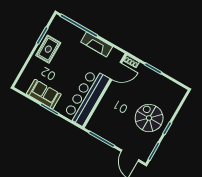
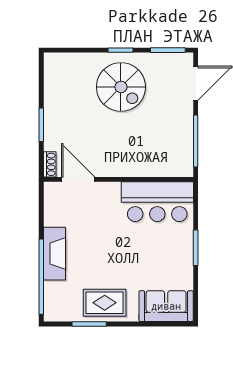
fireplace: (97, 44) -> (54, 254), moved
sofa: (44, 94) -> (166, 306), moved, turned 90
bar counter: (86, 97) -> (157, 202), width x0.73
spiral stairs: (149, 118) -> (121, 87), turned -90

